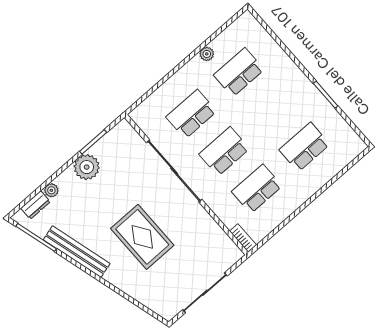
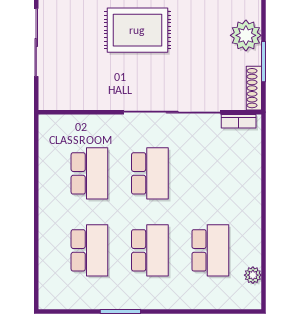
plant: (207, 54) -> (253, 275), moved
school desk: (191, 114) -> (150, 250), moved
shoe rack: (115, 133) -> (254, 88), added
bookcase: (243, 238) -> (239, 121), moved

